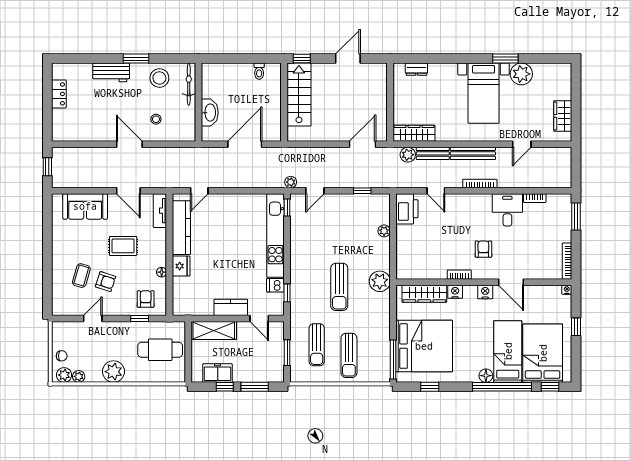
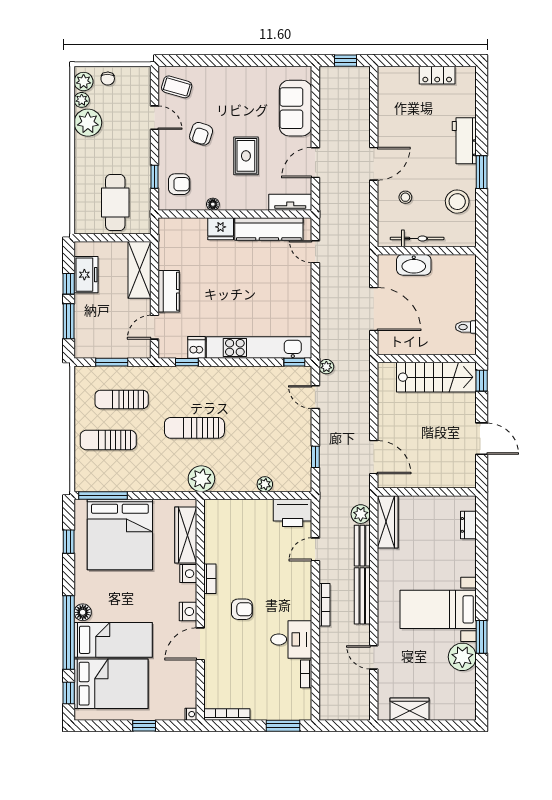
bicycle: (189, 84) -> (417, 238), moved
coffee table: (81, 276) -> (177, 87), moved
plant: (113, 372) -> (88, 123), moved

